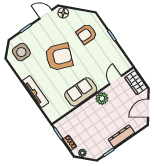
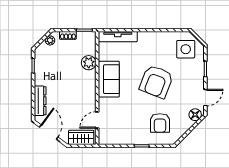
armchair: (86, 34) -> (160, 123), turned 180
door: (116, 80) -> (97, 120), swing flipped
tv unit: (36, 92) -> (118, 37), moved
plant: (102, 98) -> (89, 63), moved
dresser: (121, 136) -> (40, 101), moved

